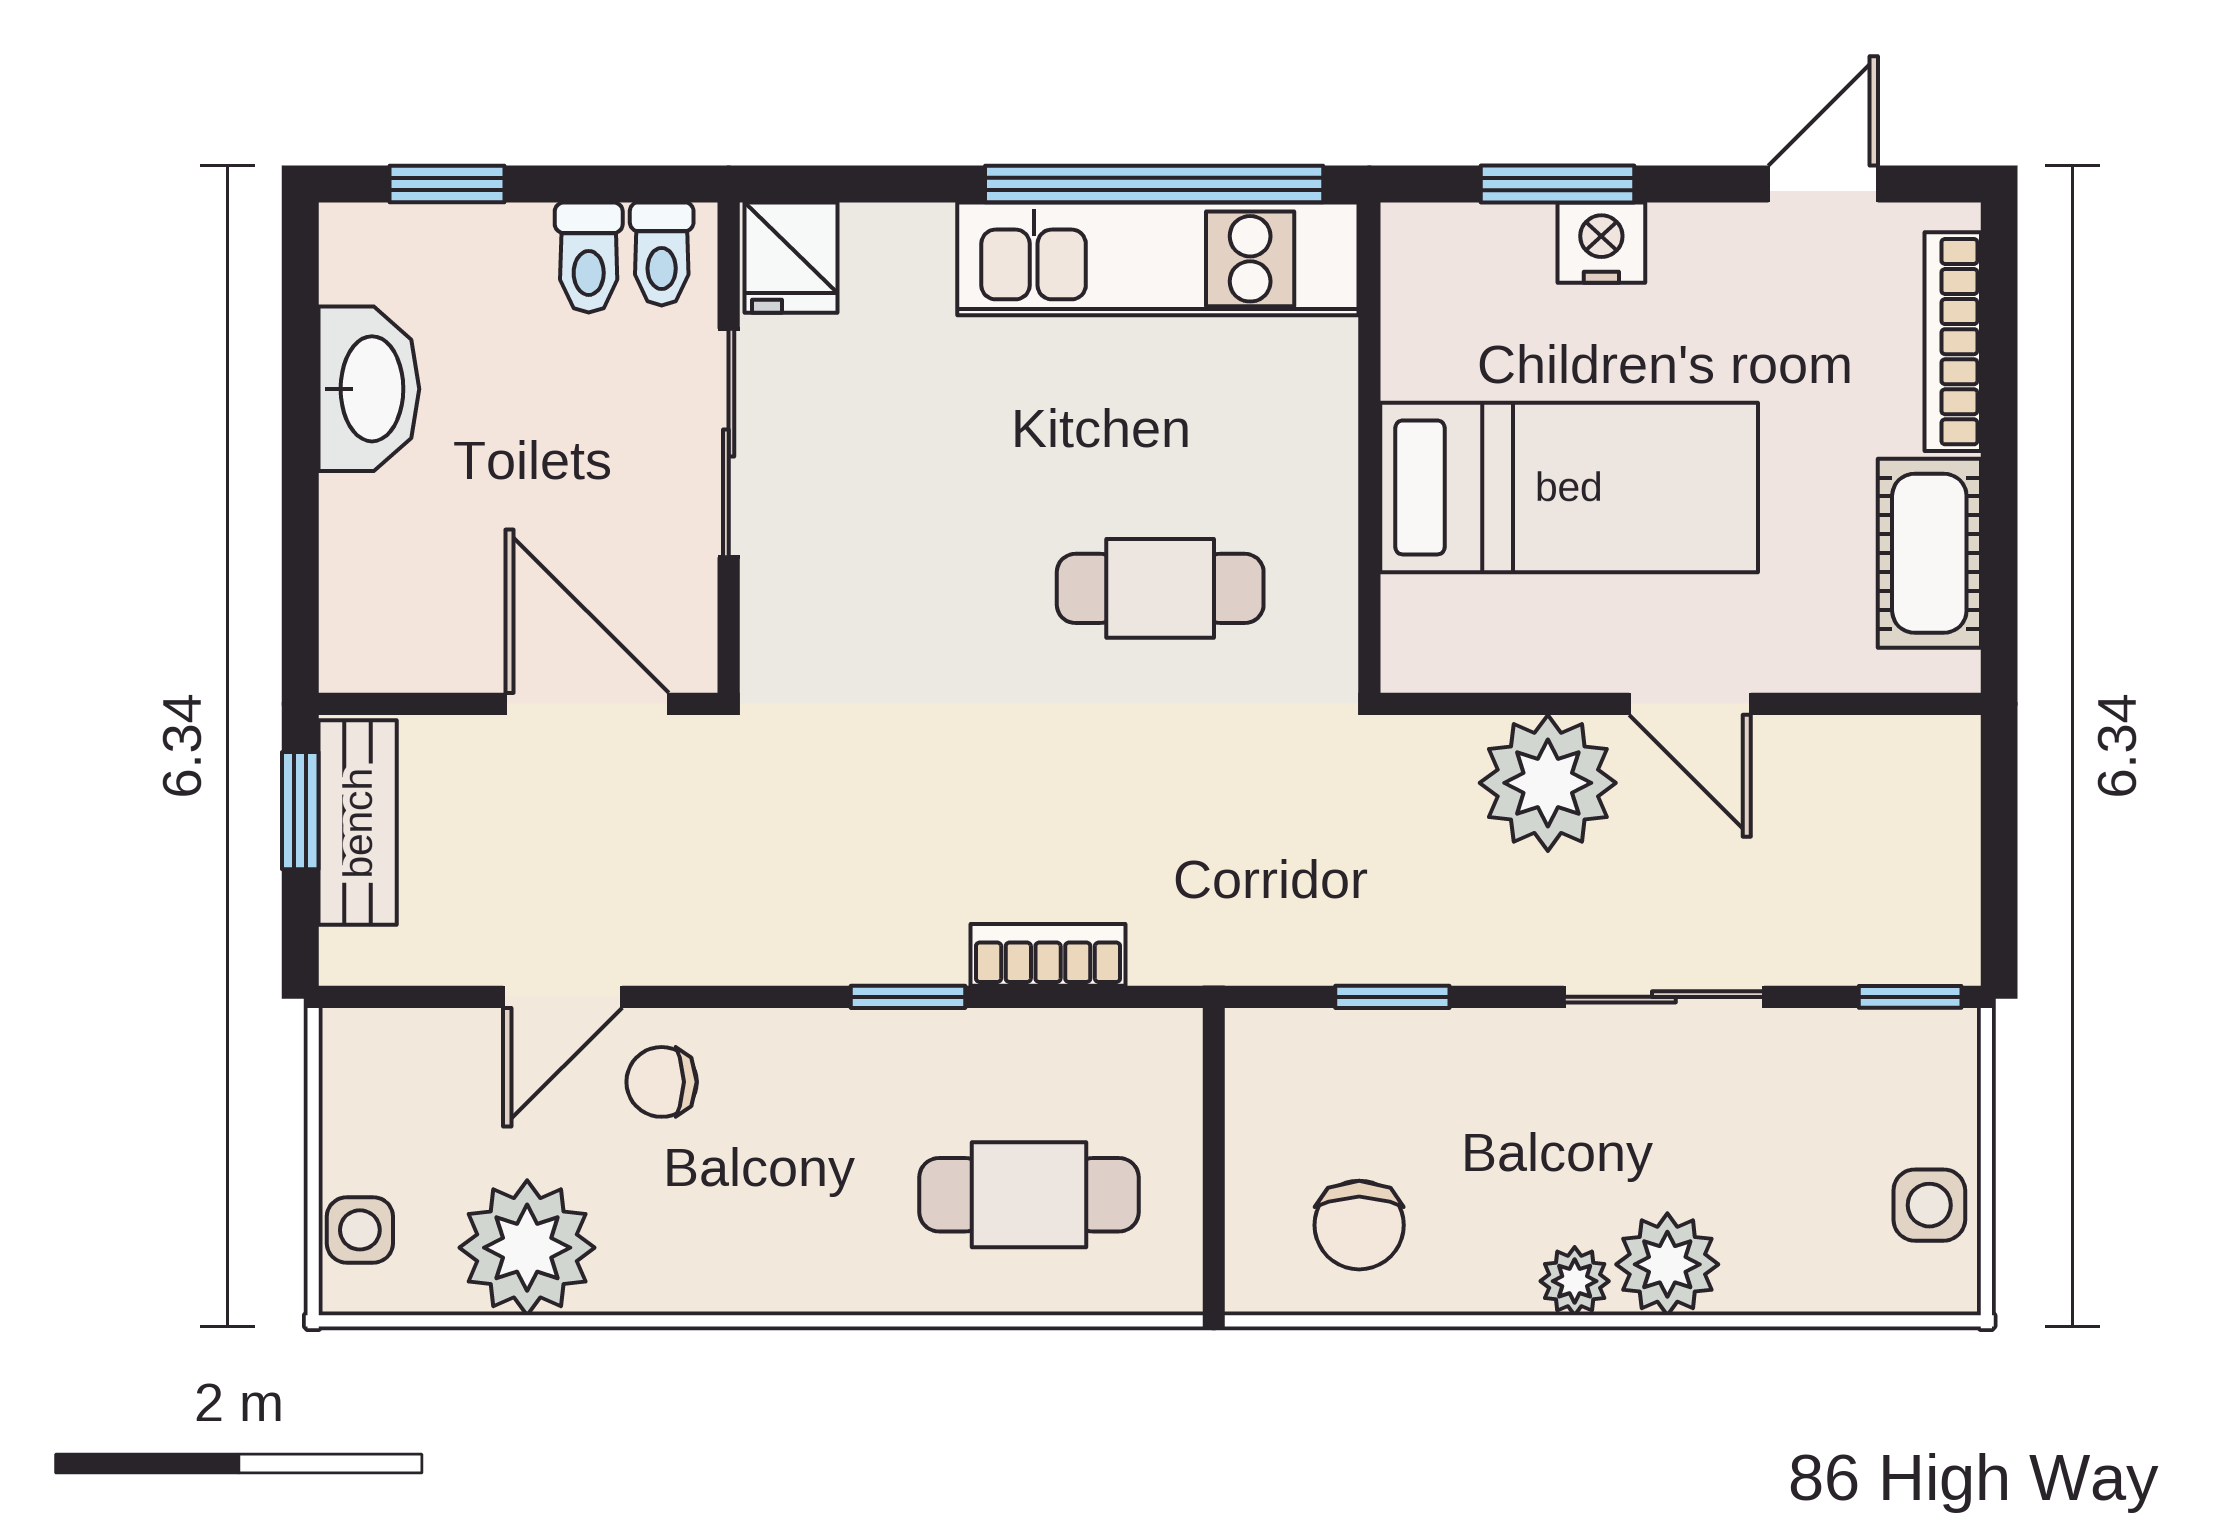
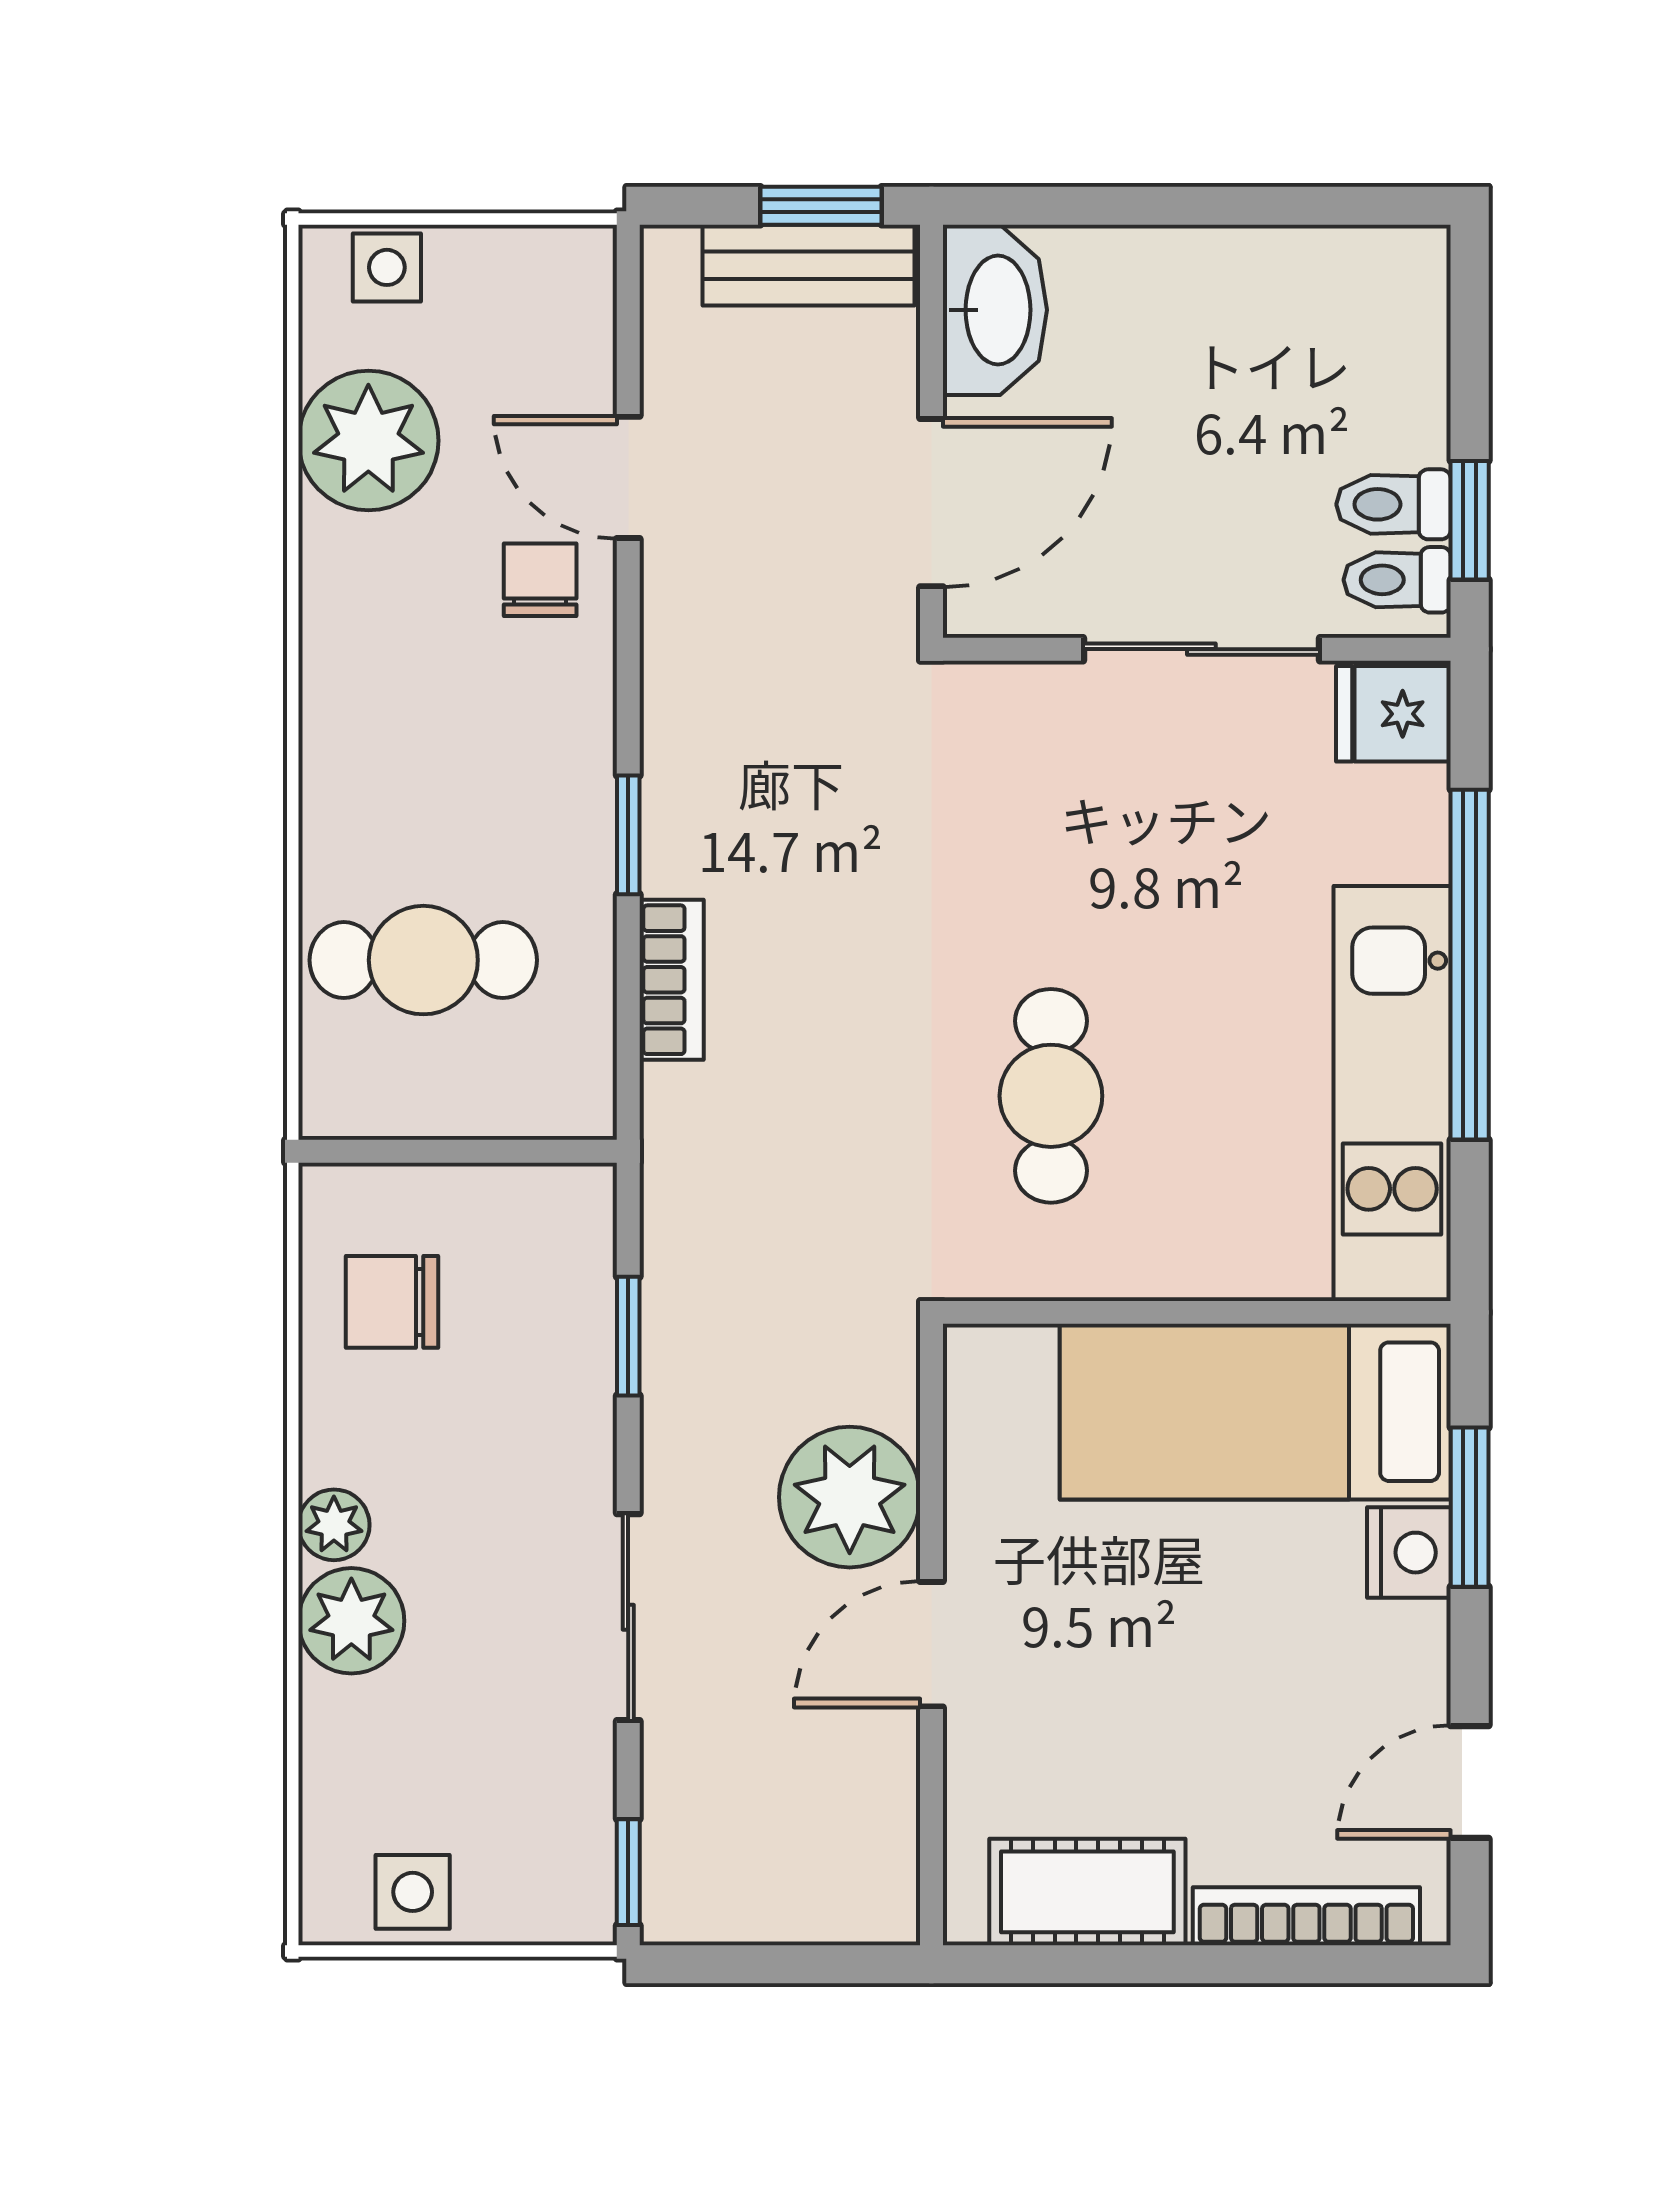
window: (447, 184) -> (1470, 520), moved
window: (1154, 184) -> (1470, 965), moved
door: (1823, 184) -> (1470, 1782), swing flipped
washbasin: (369, 389) -> (995, 310), moved, turned -90
bed: (1569, 487) -> (1255, 1412), moved, turned 90
cafe table: (1029, 1195) -> (423, 960), turned 90

